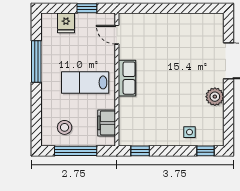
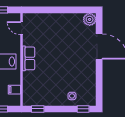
plant: (215, 97) -> (90, 19), moved
filing cabinet: (107, 123) -> (14, 90), width x0.50

